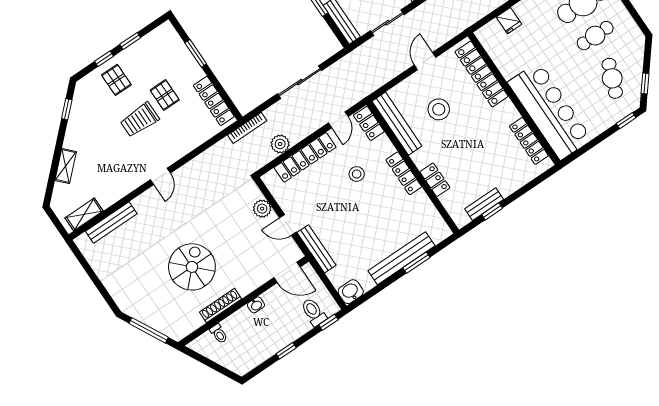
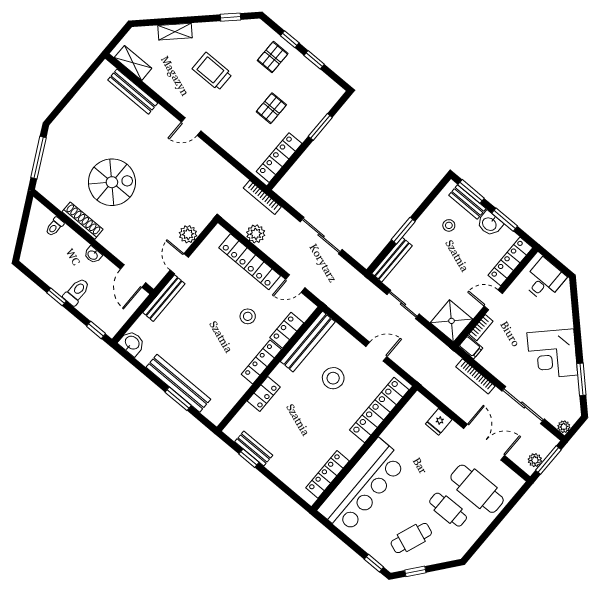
trolley: (140, 120) -> (212, 71), moved
locker: (369, 123) -> (287, 330), moved
toilet: (314, 312) -> (77, 292), moved

